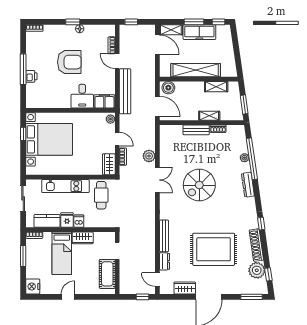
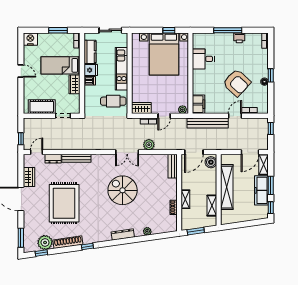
armchair: (69, 62) -> (237, 83), moved, turned -47
printer: (31, 76) -> (239, 38), moved
desk: (82, 96) -> (203, 59), moved
bench: (196, 130) -> (173, 166), moved
window: (252, 159) -> (146, 238), removed

